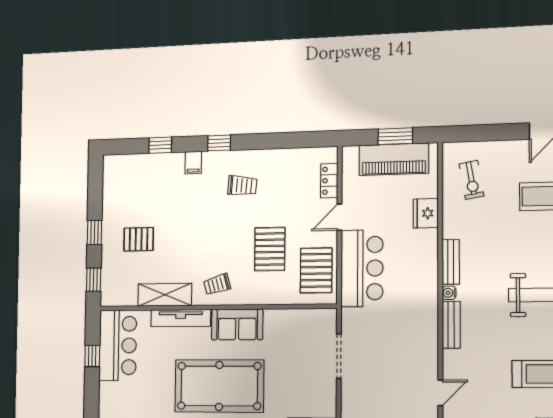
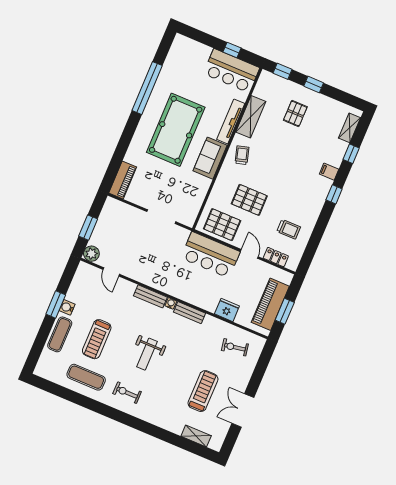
shelving: (129, 162) -> (350, 128), added
trolley: (242, 186) -> (289, 229), moved, turned -95

